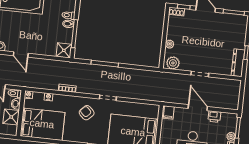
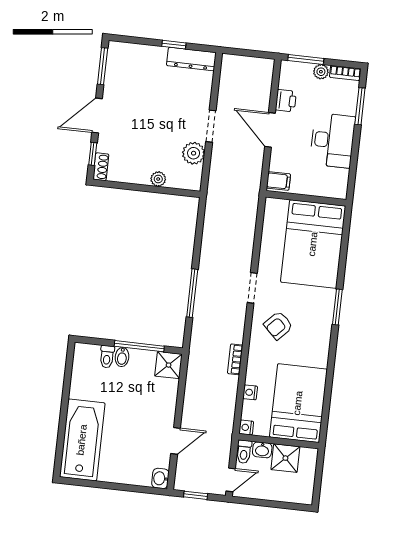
plant: (173, 63) -> (194, 153), moved
door: (198, 108) -> (270, 130), hinge flipped

